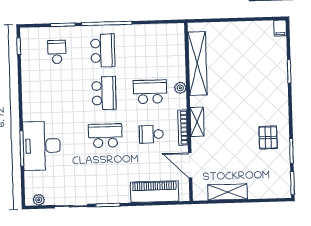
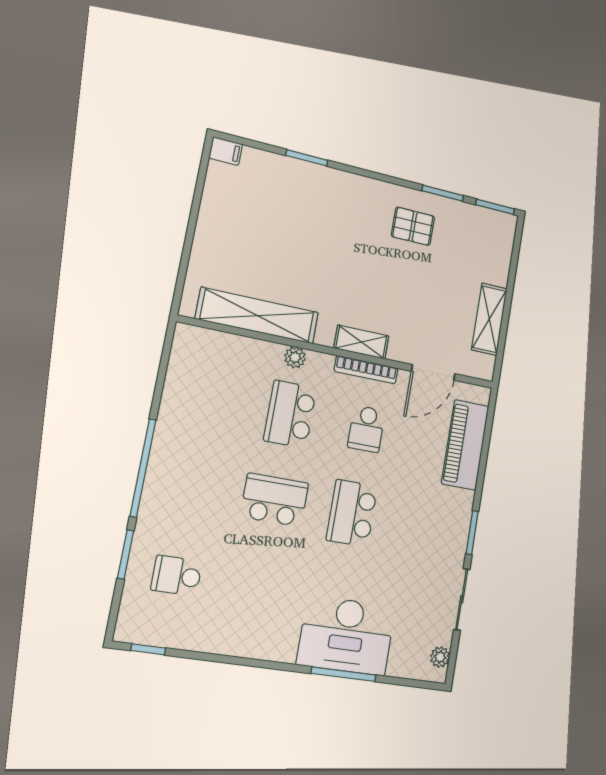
school desk: (103, 51) -> (194, 486), removed

